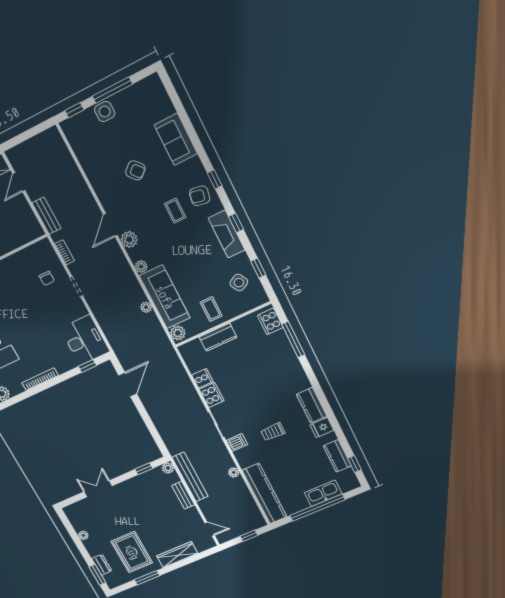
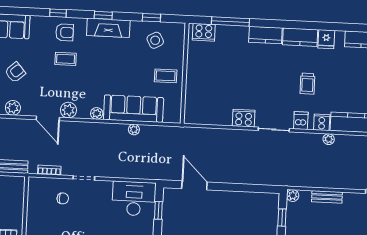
armchair: (200, 196) -> (65, 32), turned -100
plant: (178, 333) -> (13, 108), moved
kitchen counter: (218, 337) -> (265, 35), moved, turned 90
cooker: (202, 378) -> (322, 122), moved
bench: (190, 477) -> (312, 181), removed

